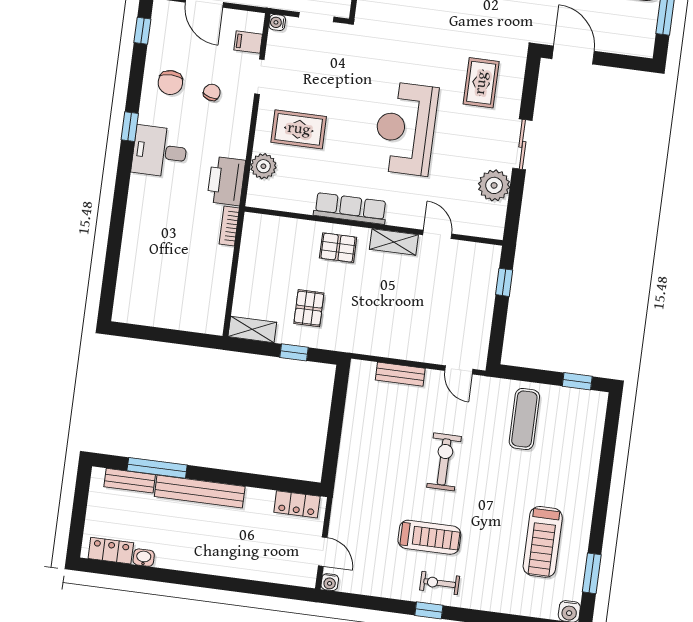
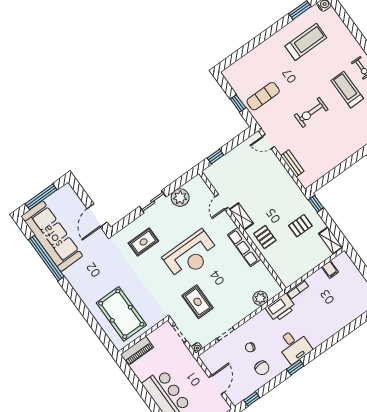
filing cabinet: (248, 42) -> (330, 270), moved
chair: (170, 83) -> (262, 368), turned 90
rug: (299, 129) -> (198, 302), moved
window: (294, 352) -> (316, 204), moved
door: (459, 370) -> (268, 141), swing flipped
window: (577, 381) -> (238, 103), moved

